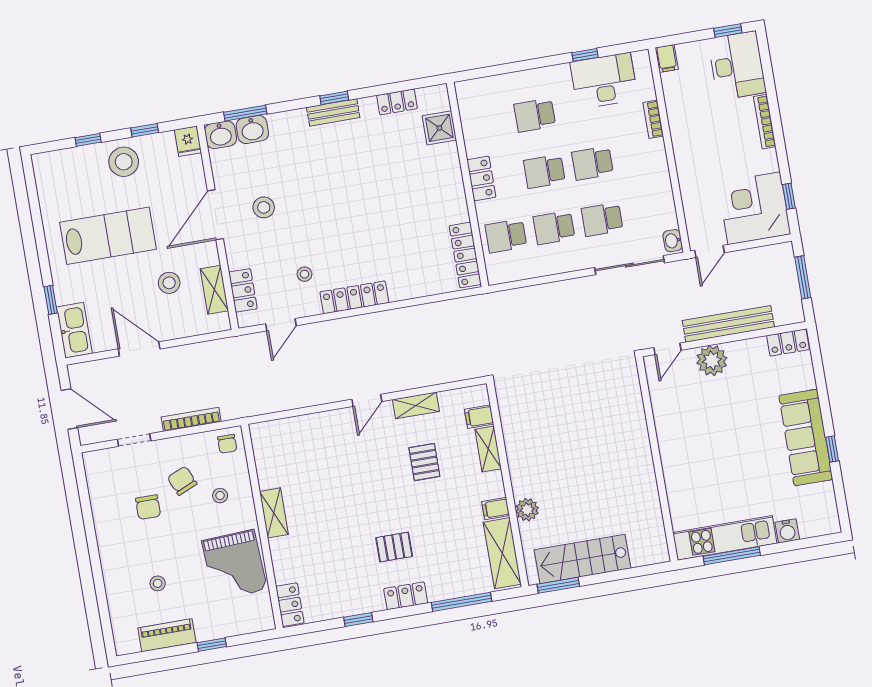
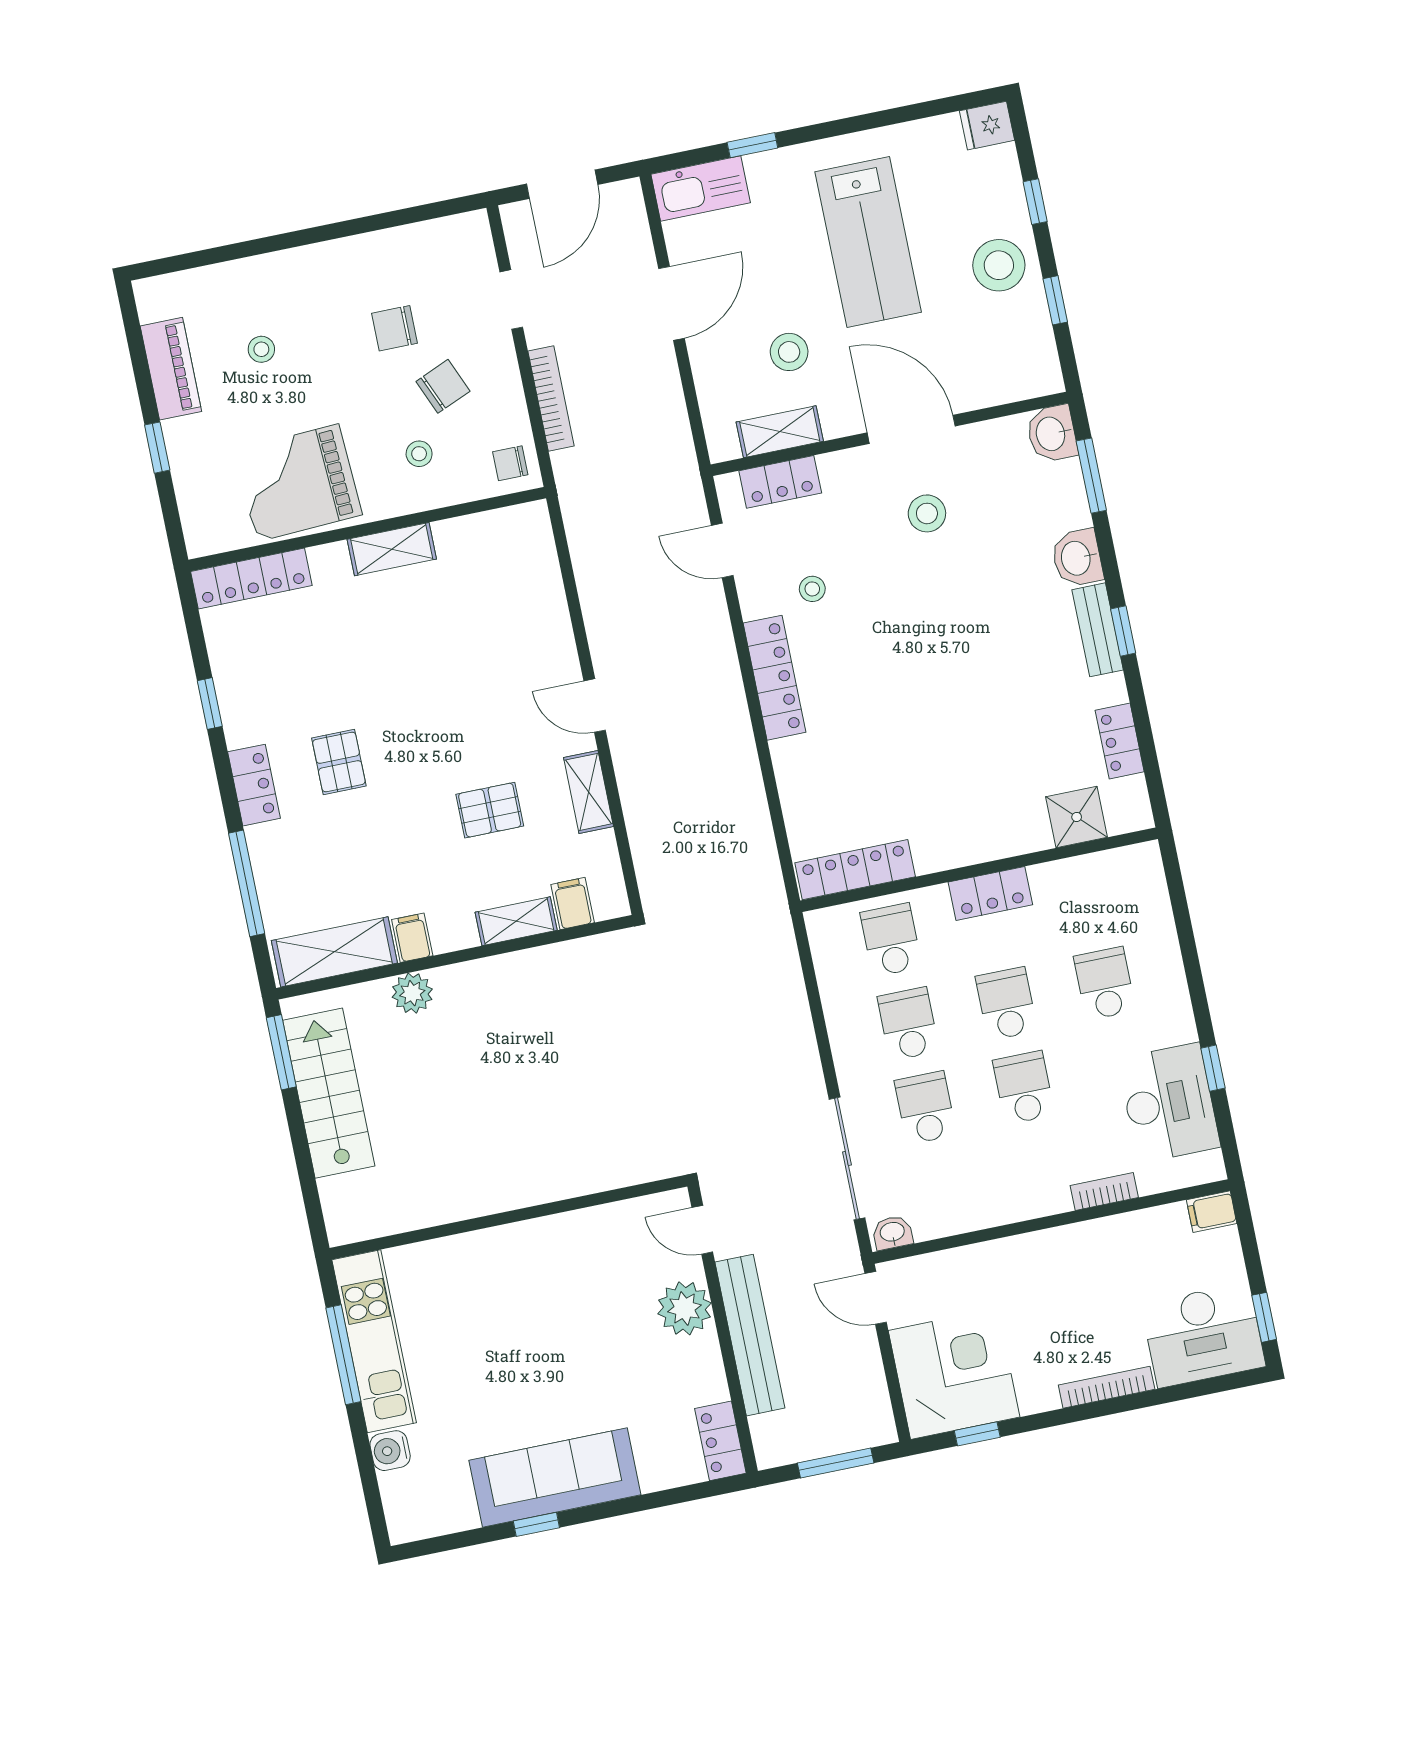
washbasin: (252, 130) -> (1077, 558), moved
fridge: (188, 141) -> (987, 126), moved
locker: (290, 605) -> (251, 578), width x1.53

